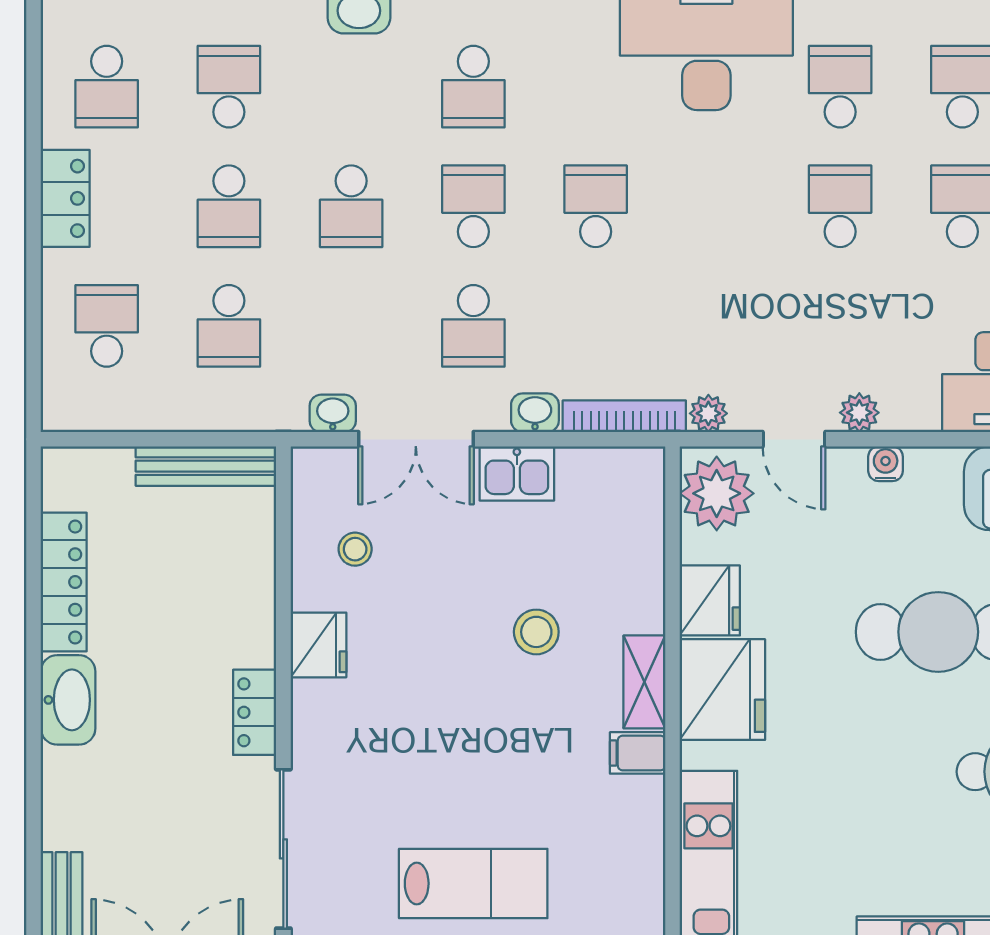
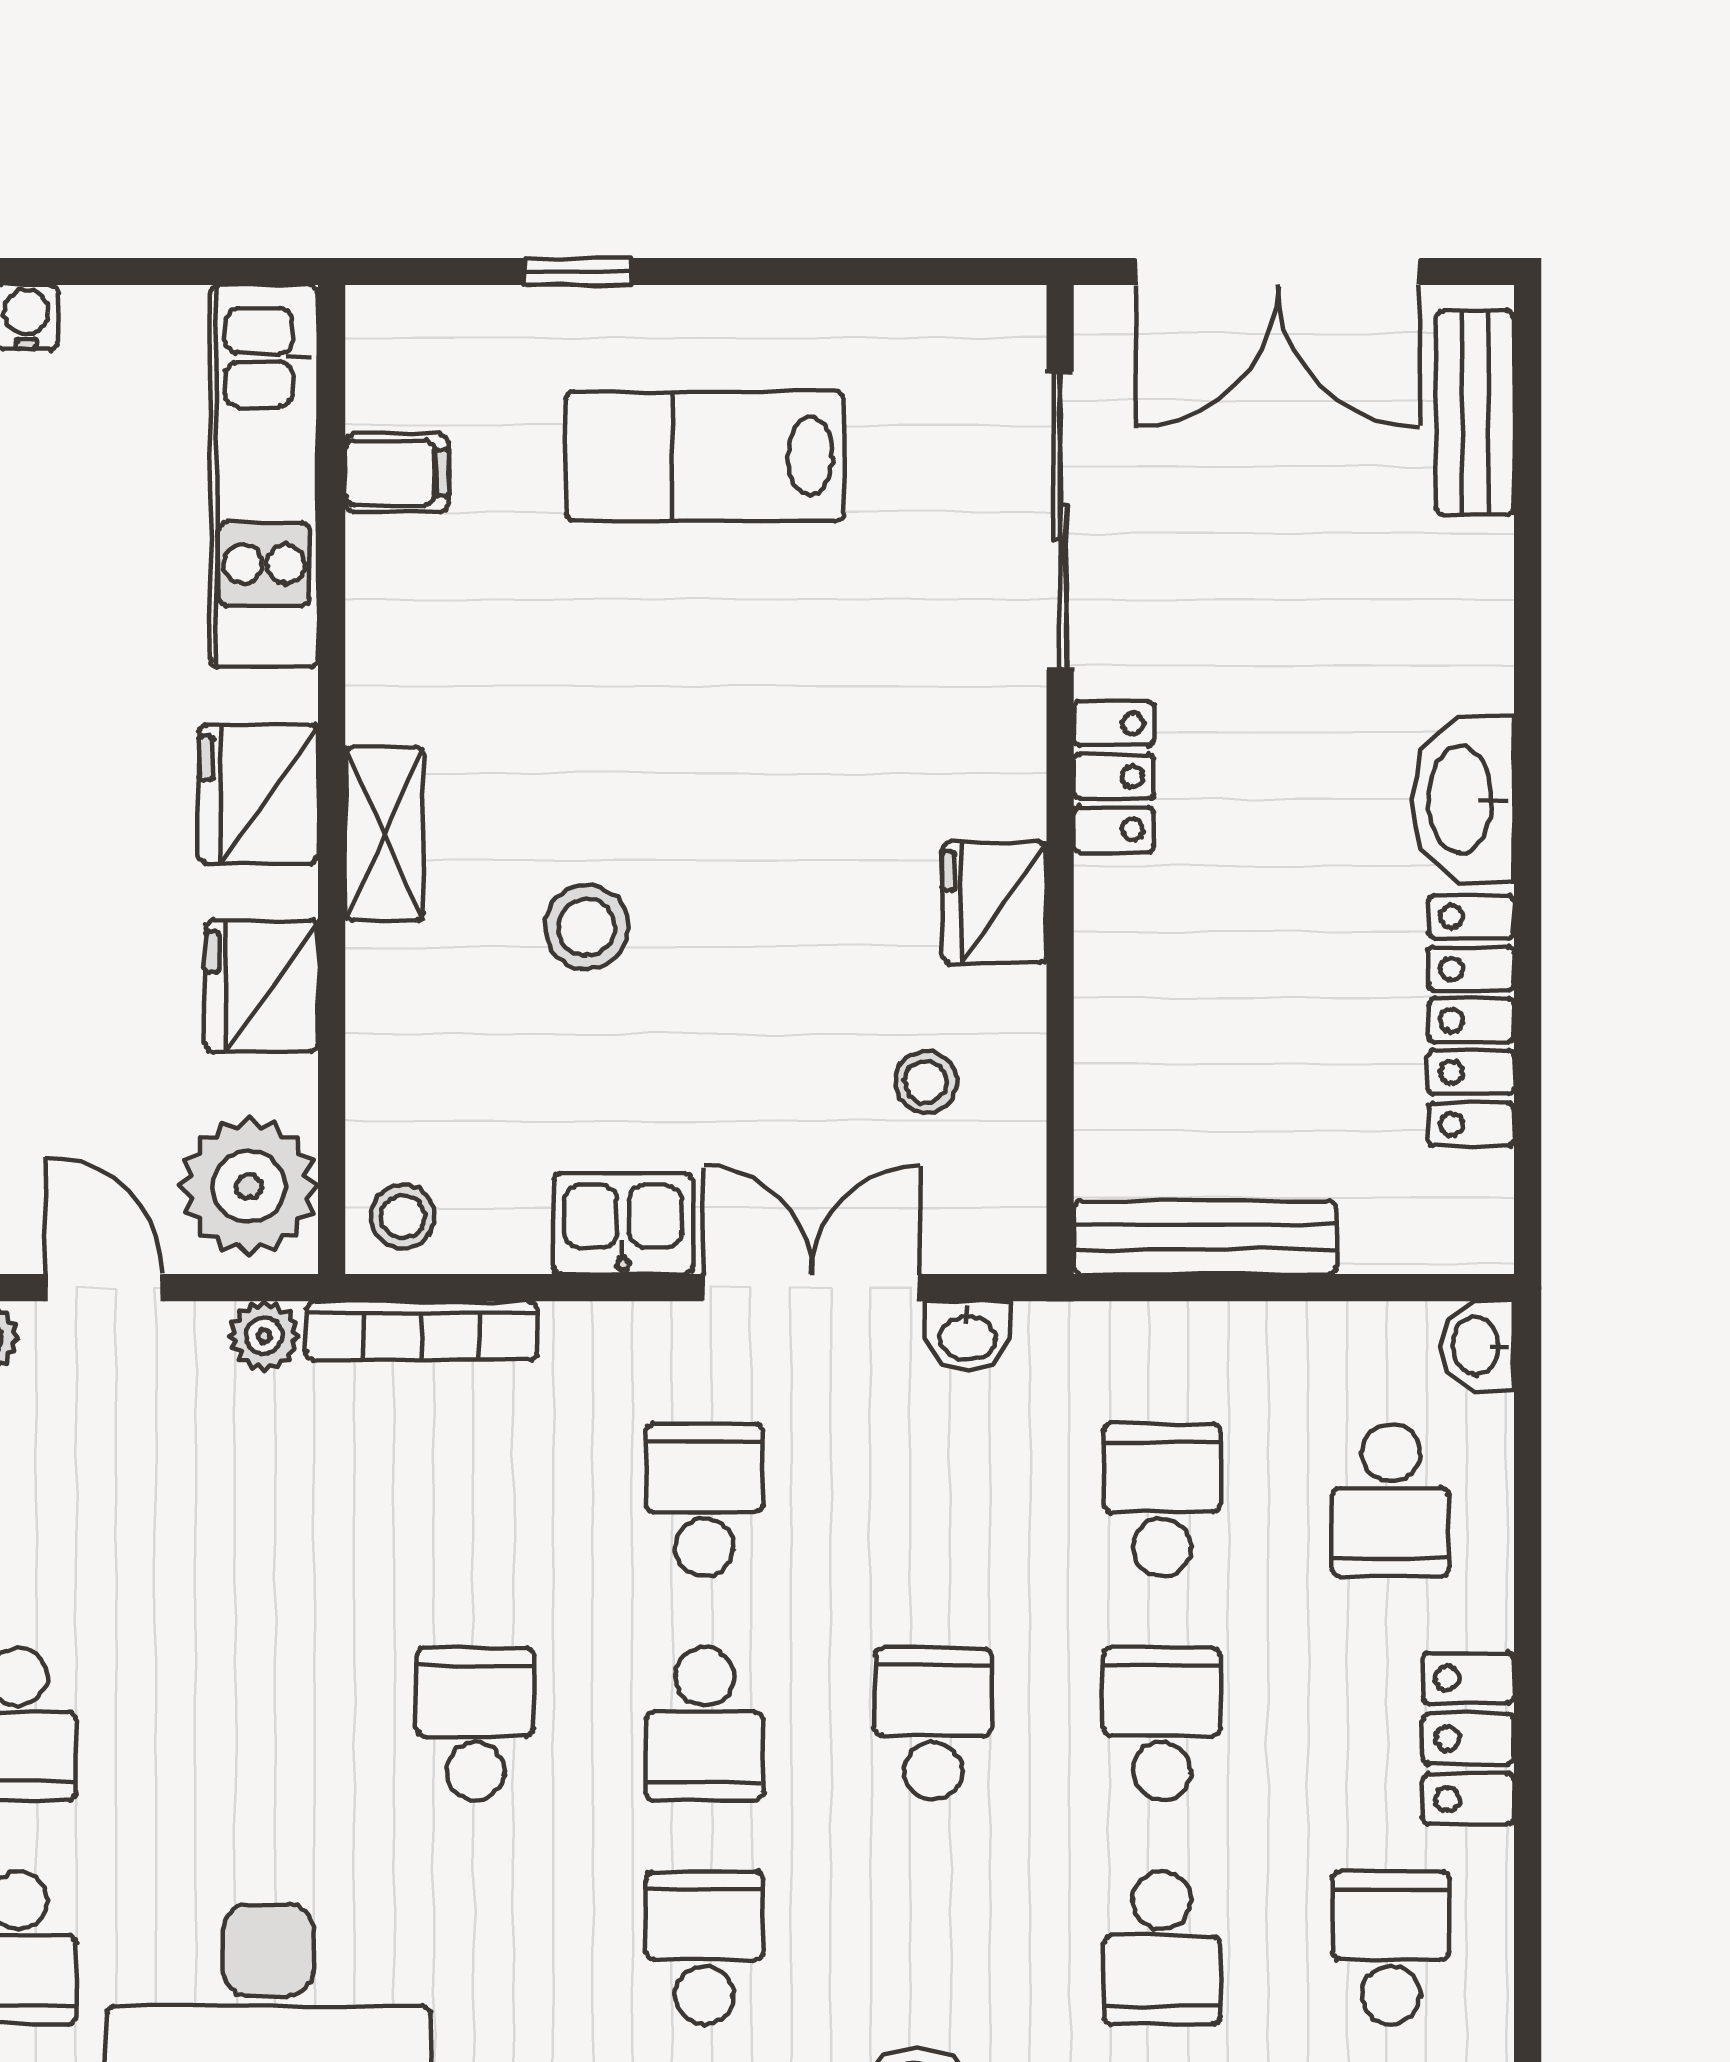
school desk: (596, 206) -> (475, 1724), turned 180
washbasin: (535, 413) -> (1478, 1346), moved, turned 90
stool: (634, 477) -> (403, 1217), added
fridge: (722, 690) -> (258, 794), width x0.73, depth x0.75
filing cabinet: (638, 753) -> (397, 473), moved

